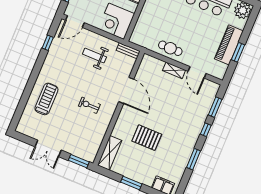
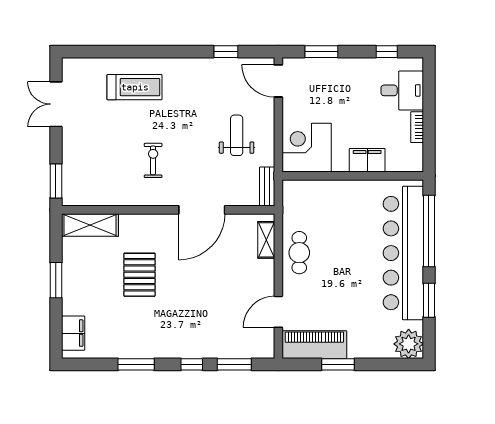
piano: (229, 45) -> (314, 345), moved
shelving: (174, 70) -> (266, 240), moved
double door: (48, 148) -> (56, 104), moved

